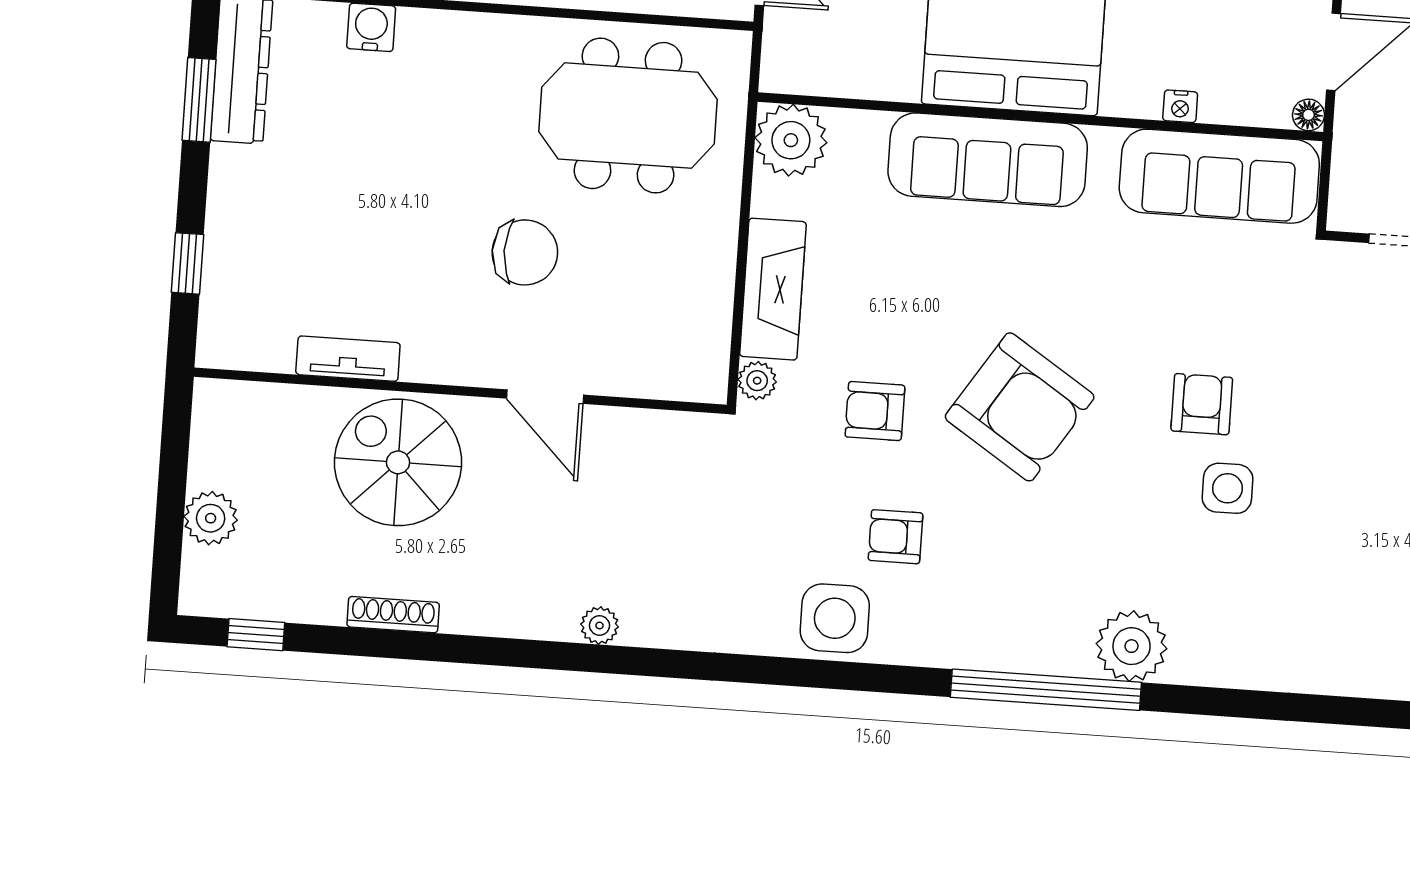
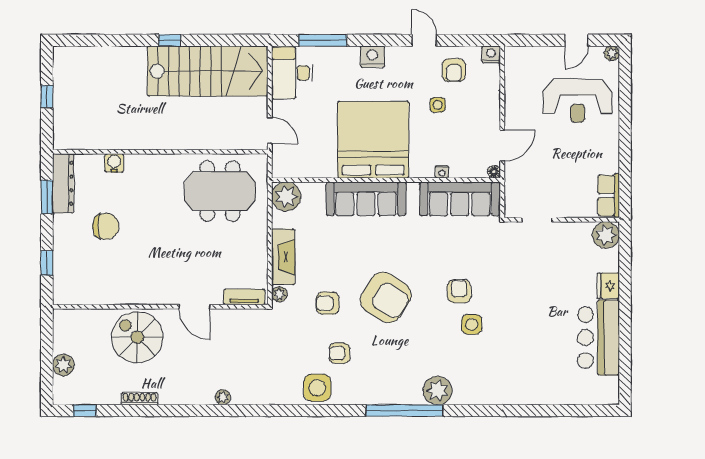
chair: (525, 252) -> (106, 226), moved
tv unit: (348, 359) -> (244, 297), moved

